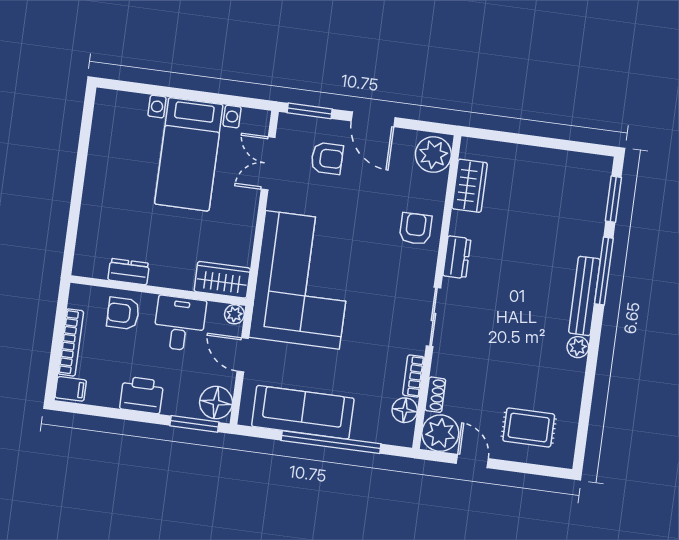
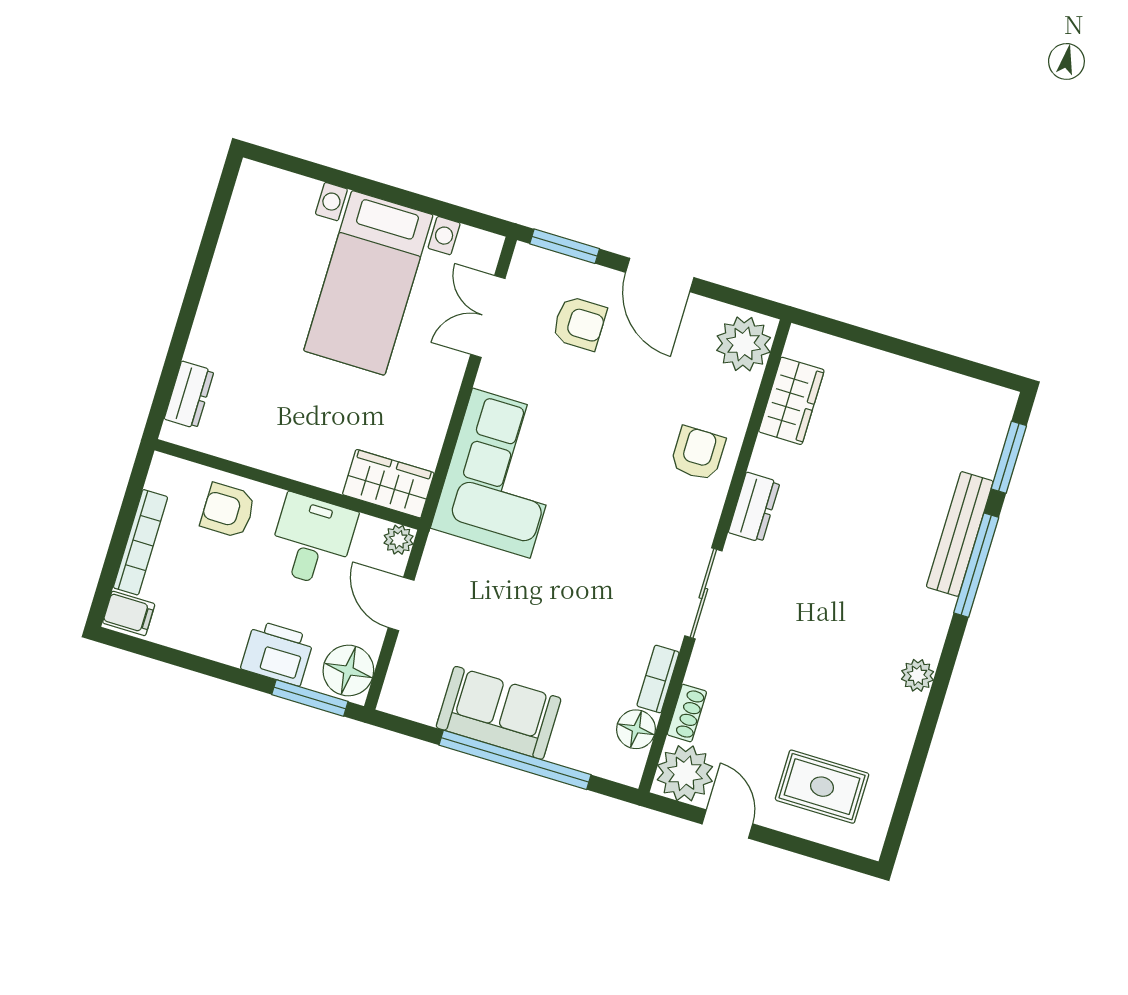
dresser: (129, 272) -> (189, 395), moved, turned 90
corner sofa: (302, 280) -> (501, 473), width x0.73, depth x0.74
bench: (584, 296) -> (960, 534), moved
printer: (142, 395) -> (277, 653), moved
sofa: (303, 412) -> (499, 713), width x0.73

